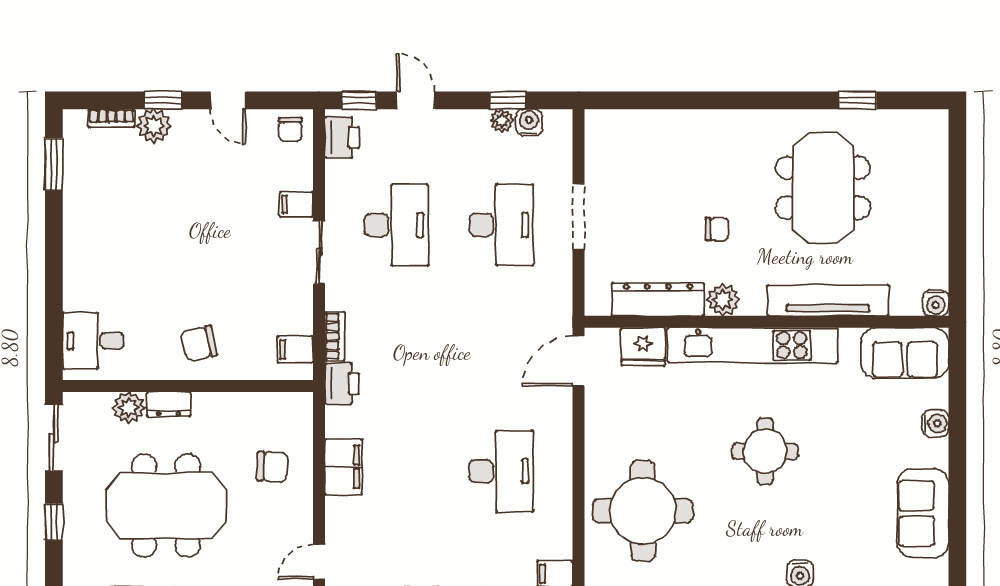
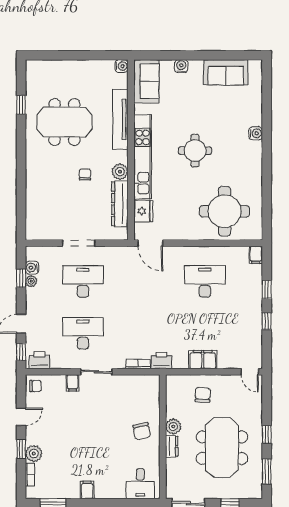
filing cabinet: (295, 349) -> (87, 490), moved, turned 180
plant: (129, 407) -> (173, 427), moved

